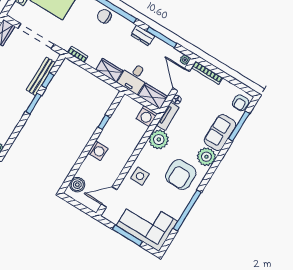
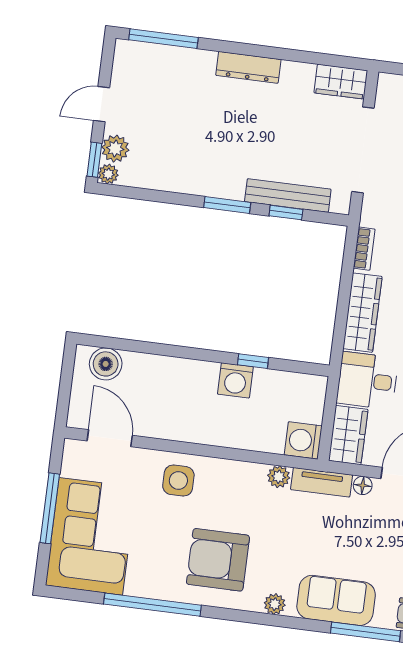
wardrobe: (109, 70) -> (363, 313), width x1.50
plant: (159, 140) -> (279, 477), width x0.53, depth x0.53
washing machine: (98, 151) -> (235, 380), moved
plant: (206, 157) -> (275, 604), width x0.53, depth x0.53

